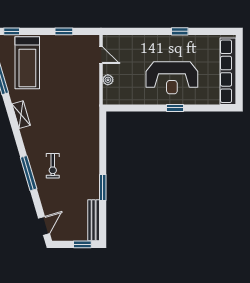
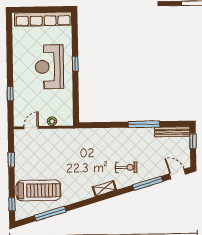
window: (180, 31) -> (10, 94), moved
reception desk: (172, 78) -> (49, 67), turned 180
shelving: (21, 115) -> (104, 188), moved
window: (29, 173) -> (148, 183), moved
window: (103, 187) -> (144, 124), width x1.44

